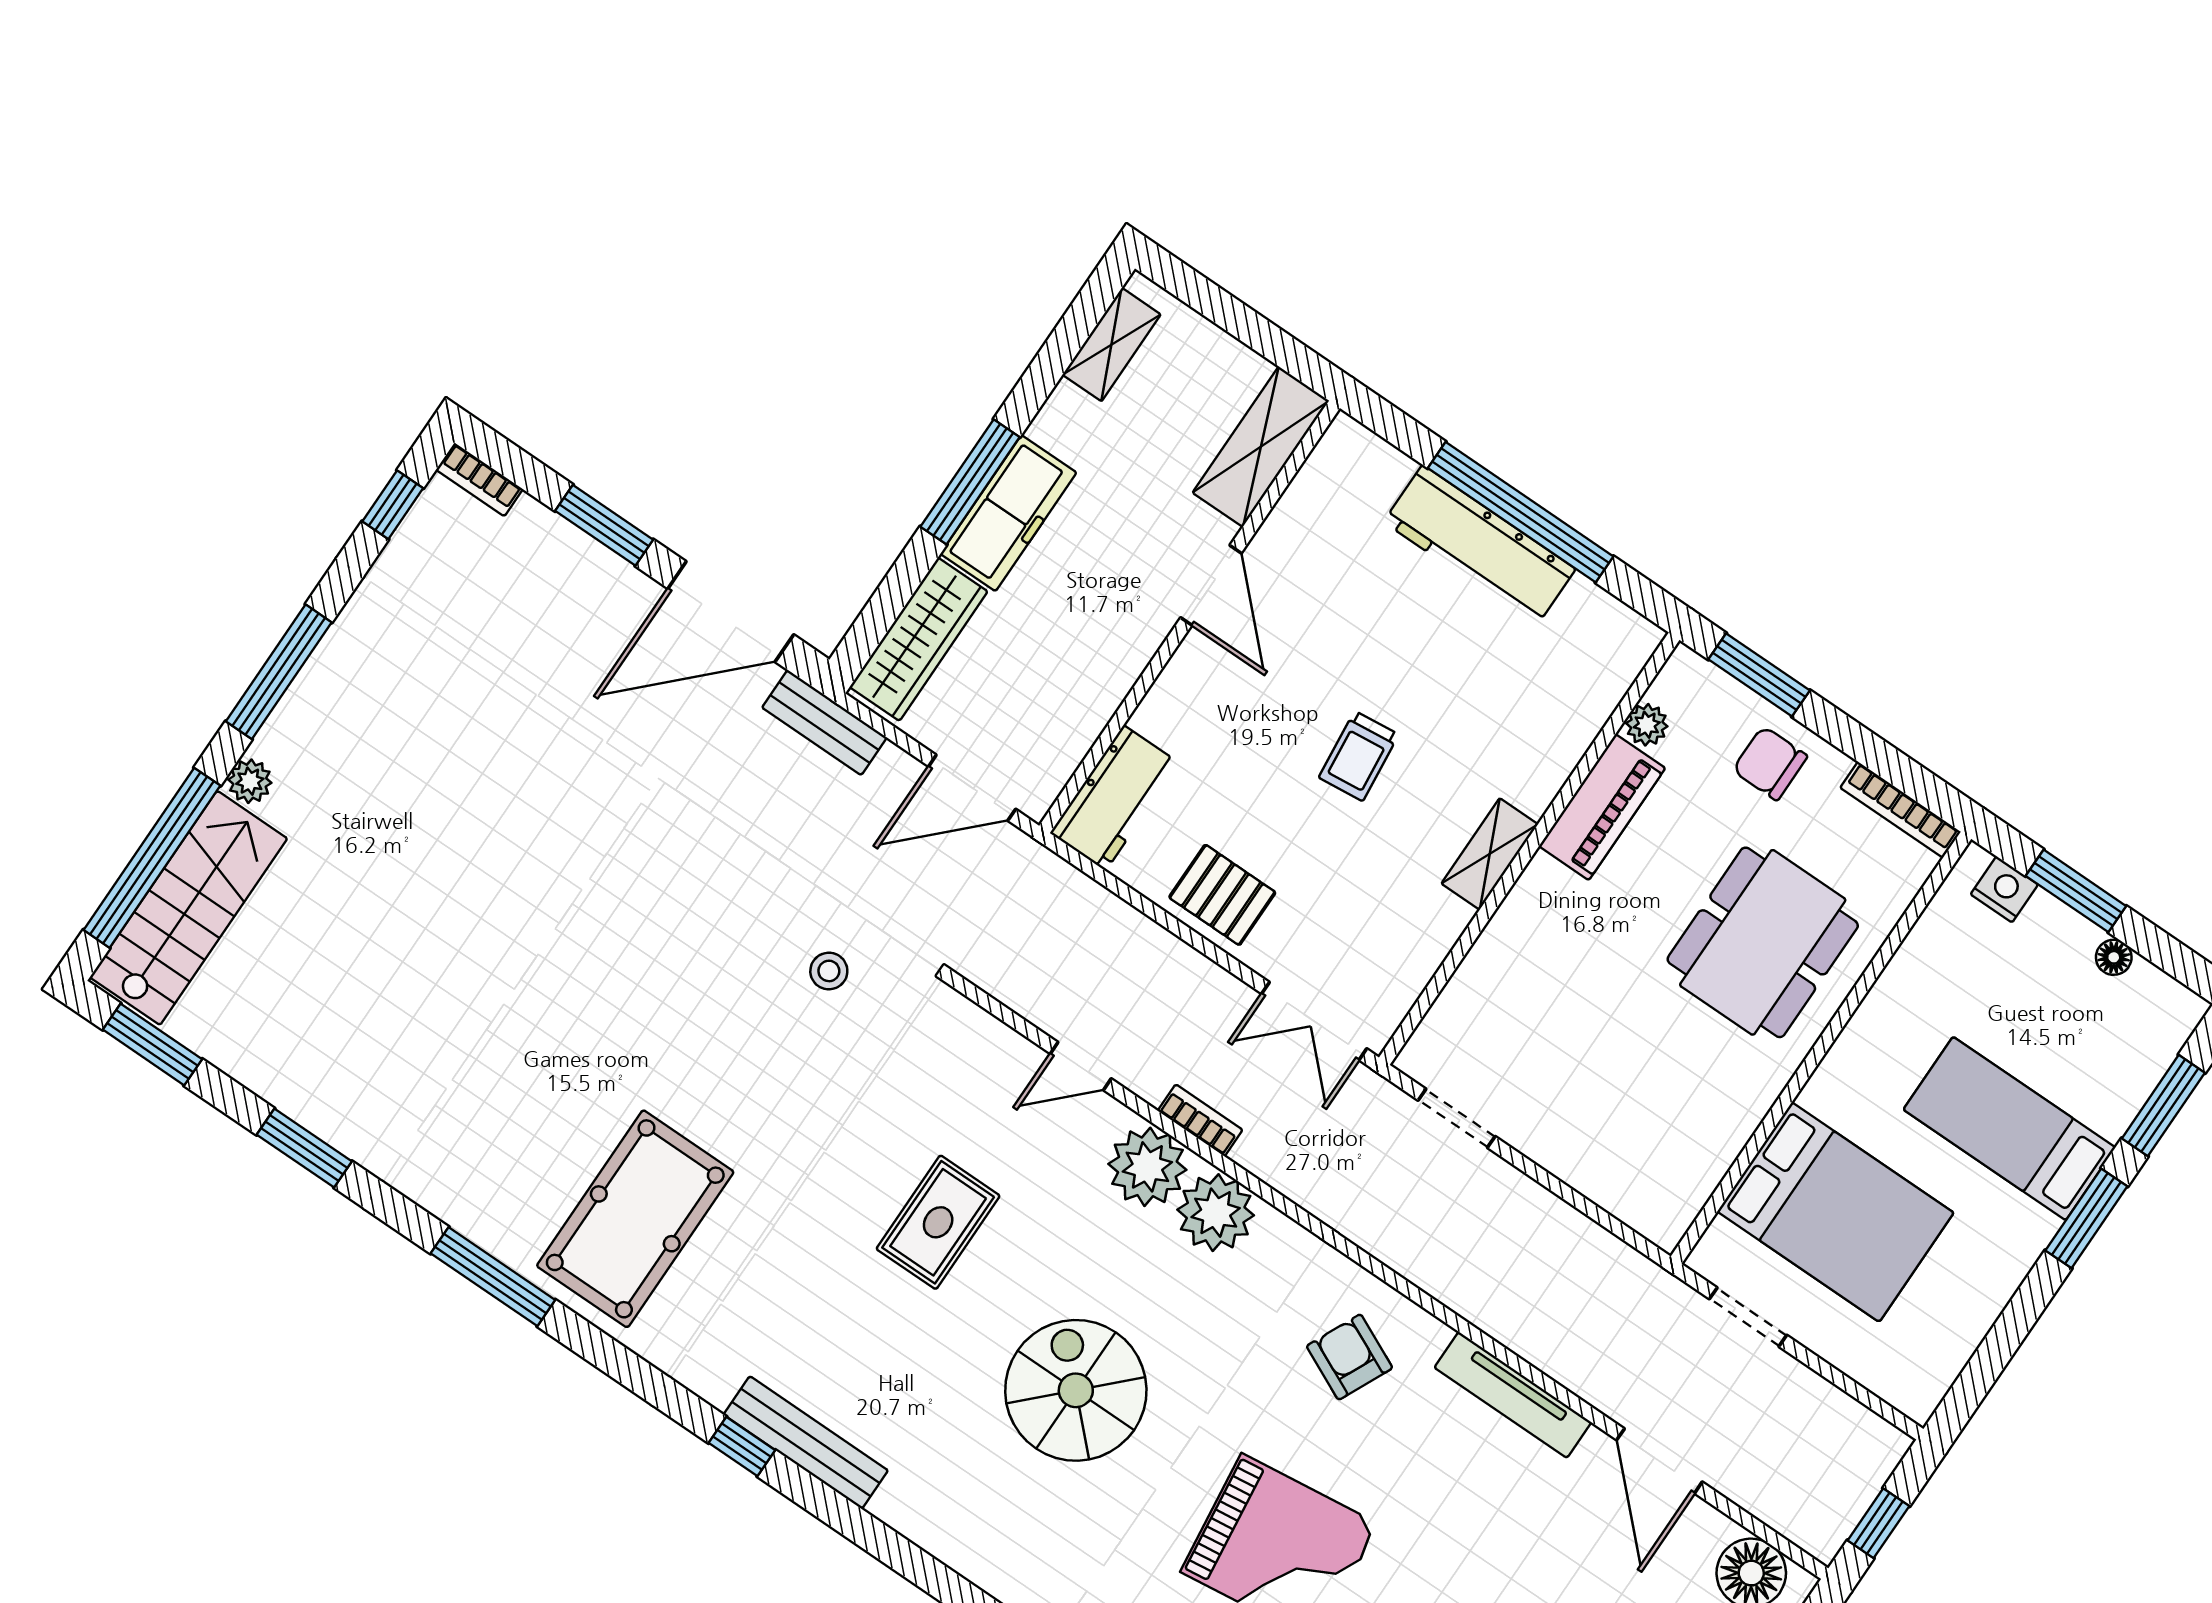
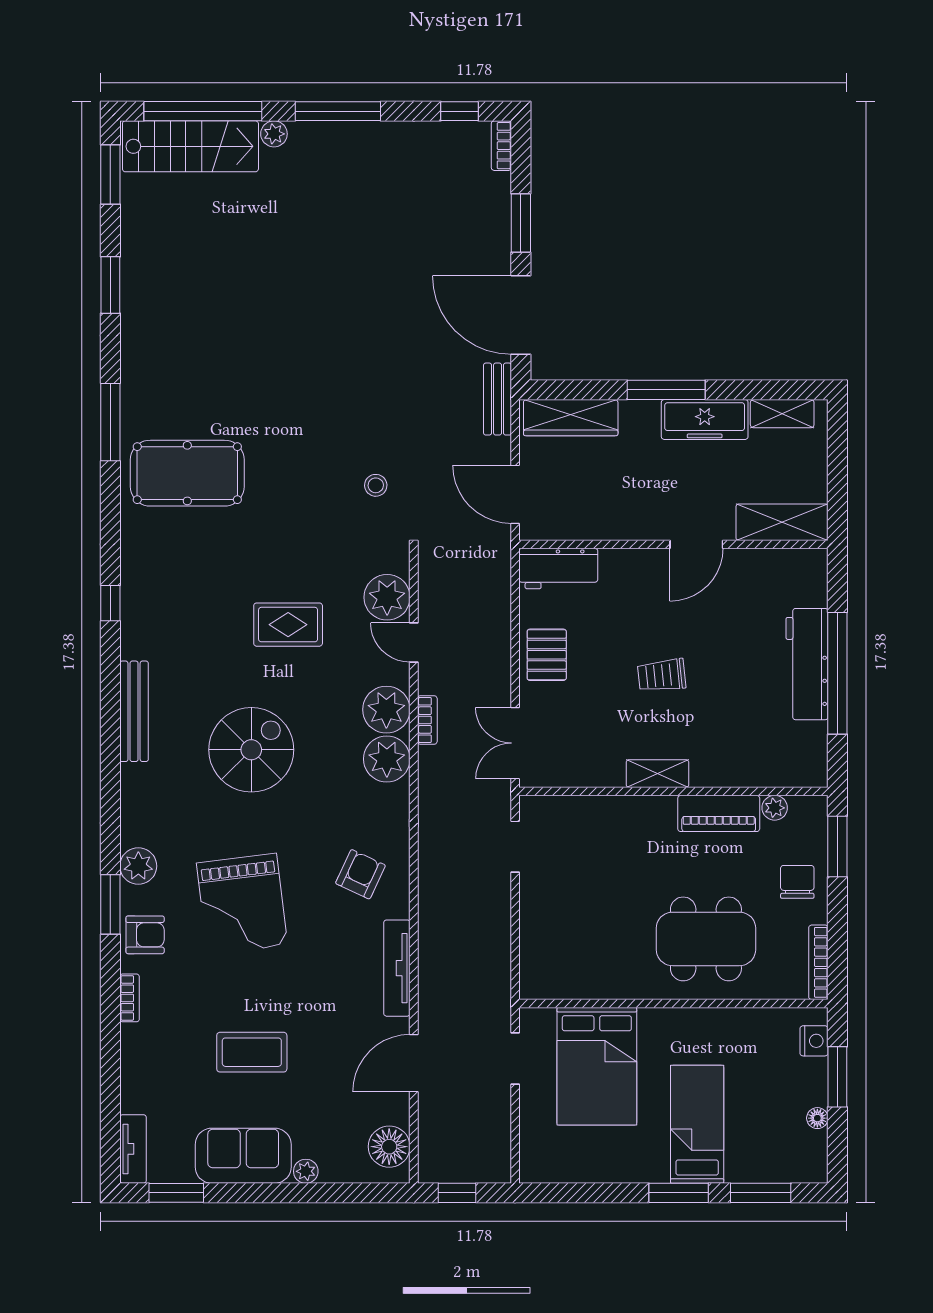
freezer: (1008, 513) -> (705, 419), moved
plant: (993, 1061) -> (387, 597), added
bench: (806, 1442) -> (134, 711), moved

